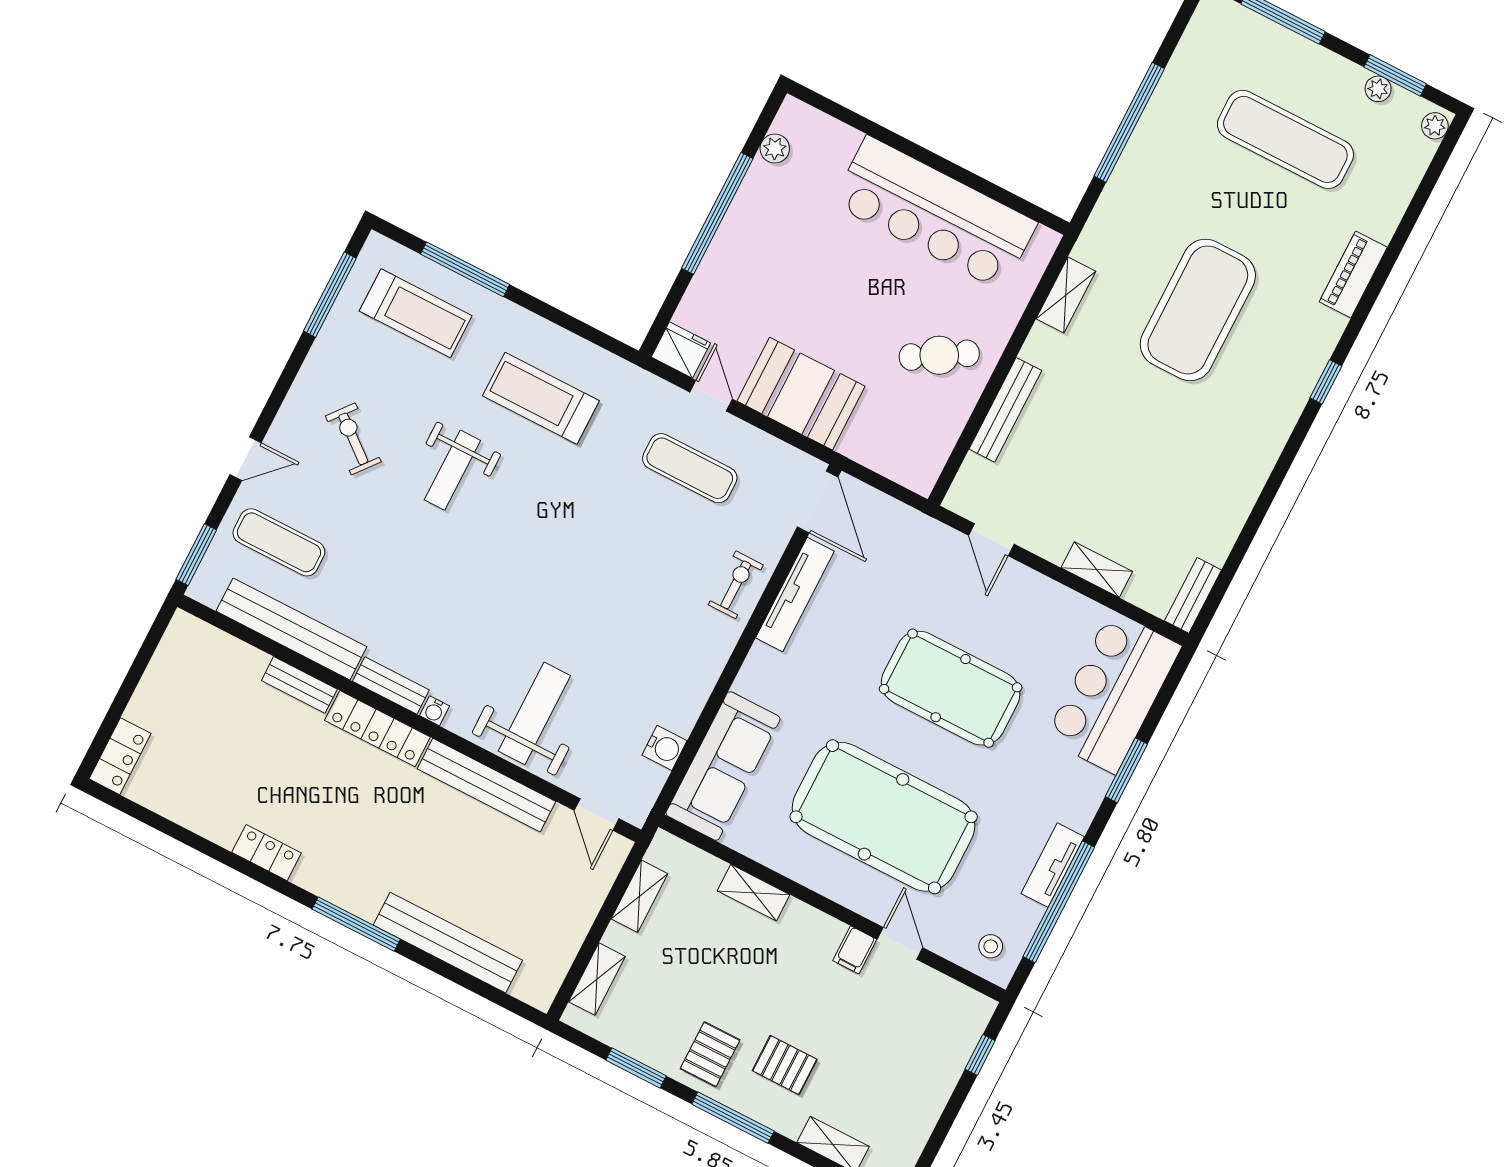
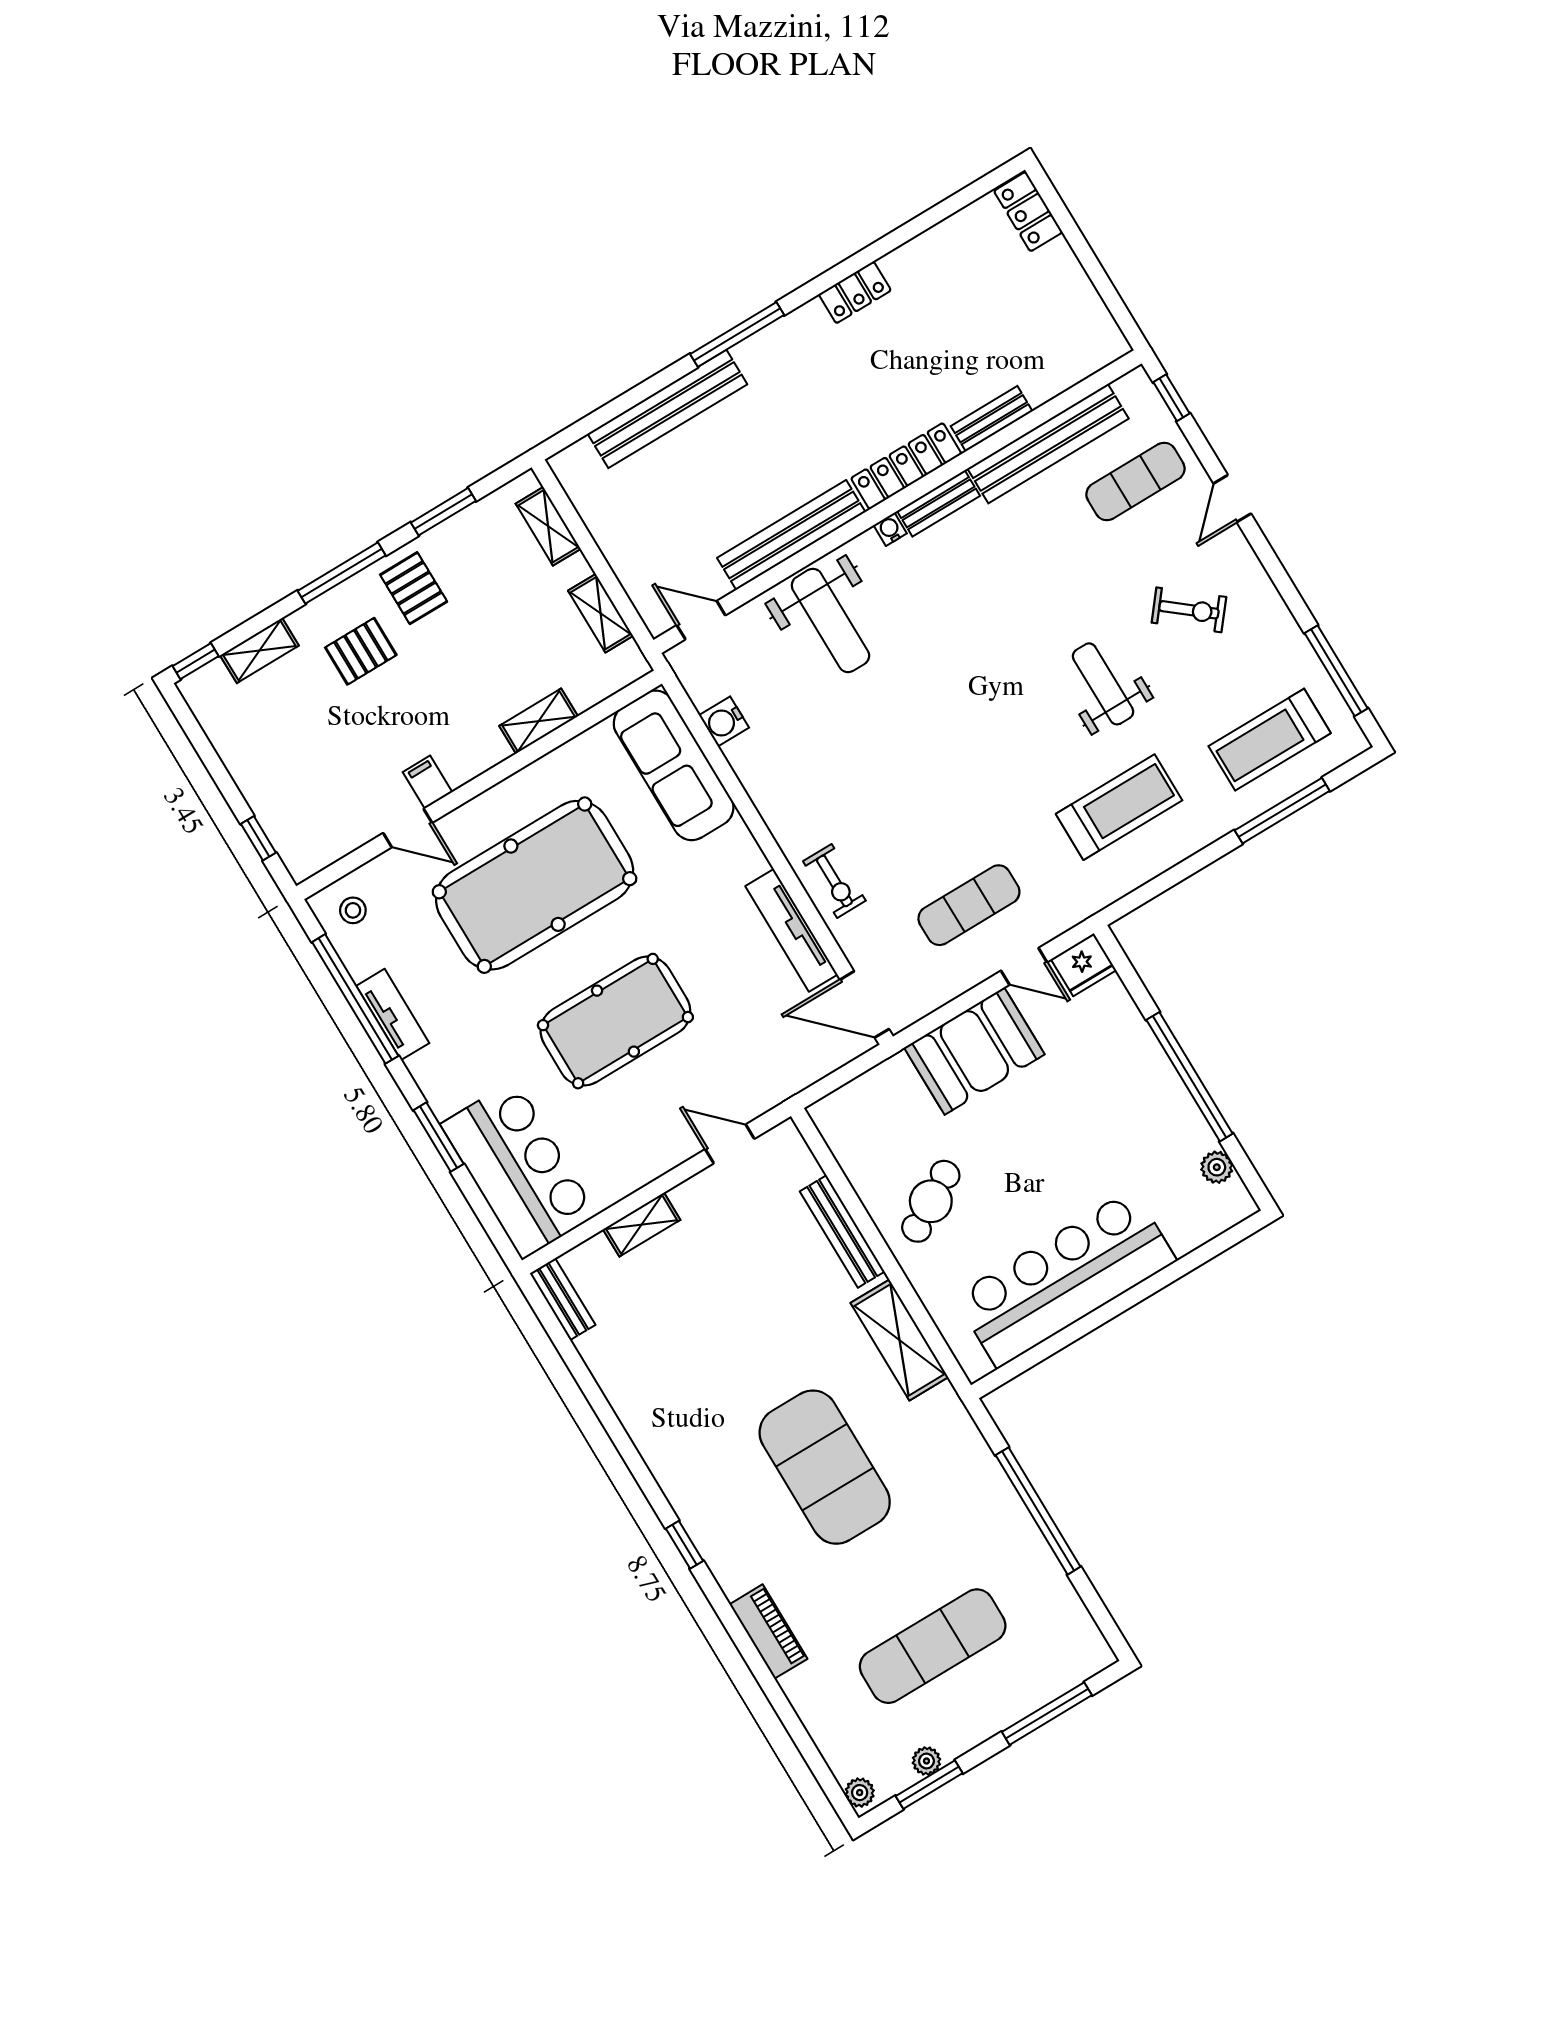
shelving: (1066, 295) -> (899, 1340), width x1.50, depth x1.33
window: (196, 555) -> (1171, 398), width x0.67

